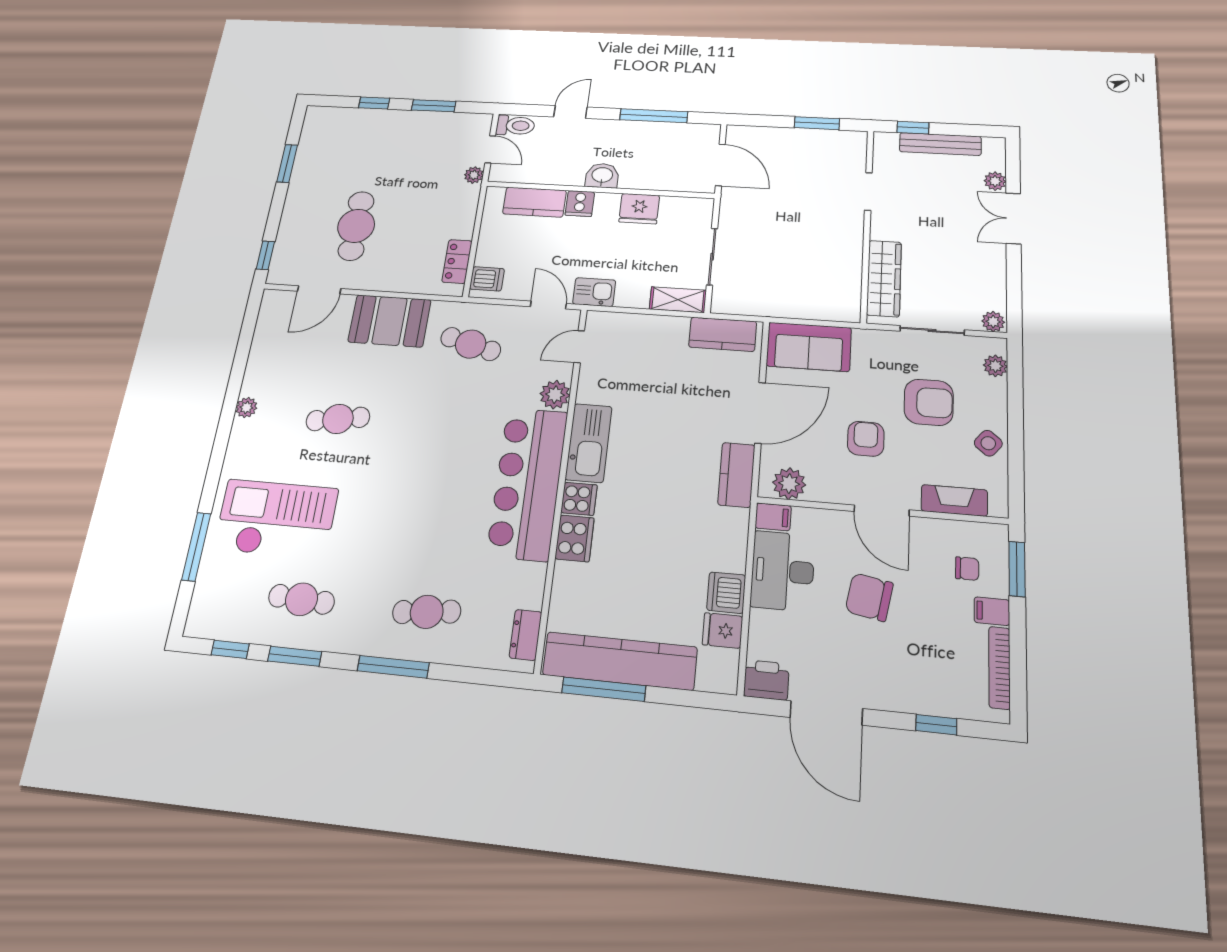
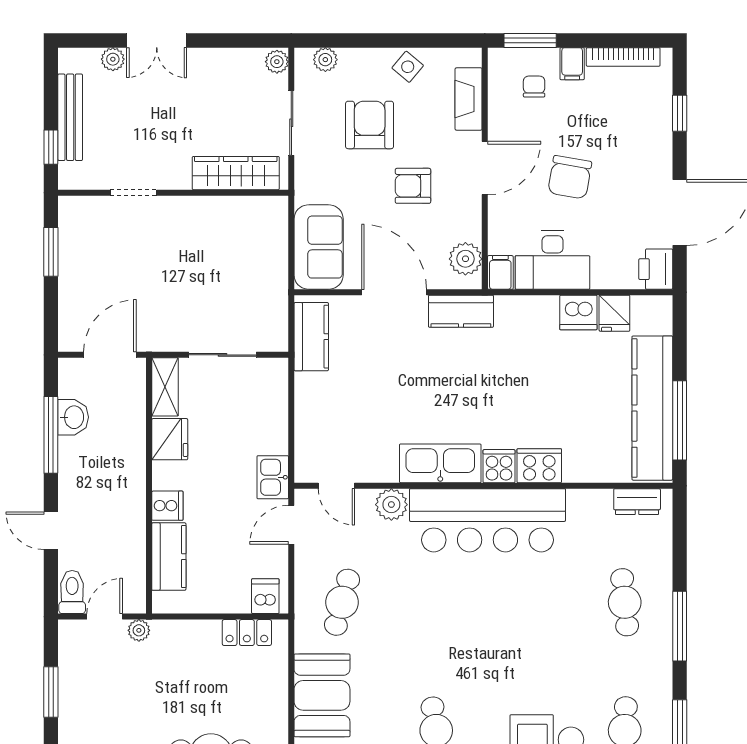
washbasin: (602, 176) -> (73, 417), moved, turned 180
shelving: (678, 300) -> (165, 387), moved

